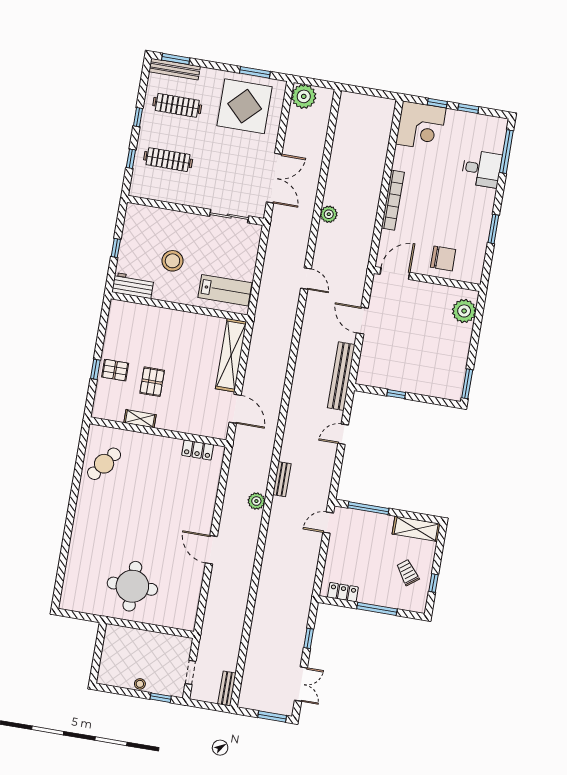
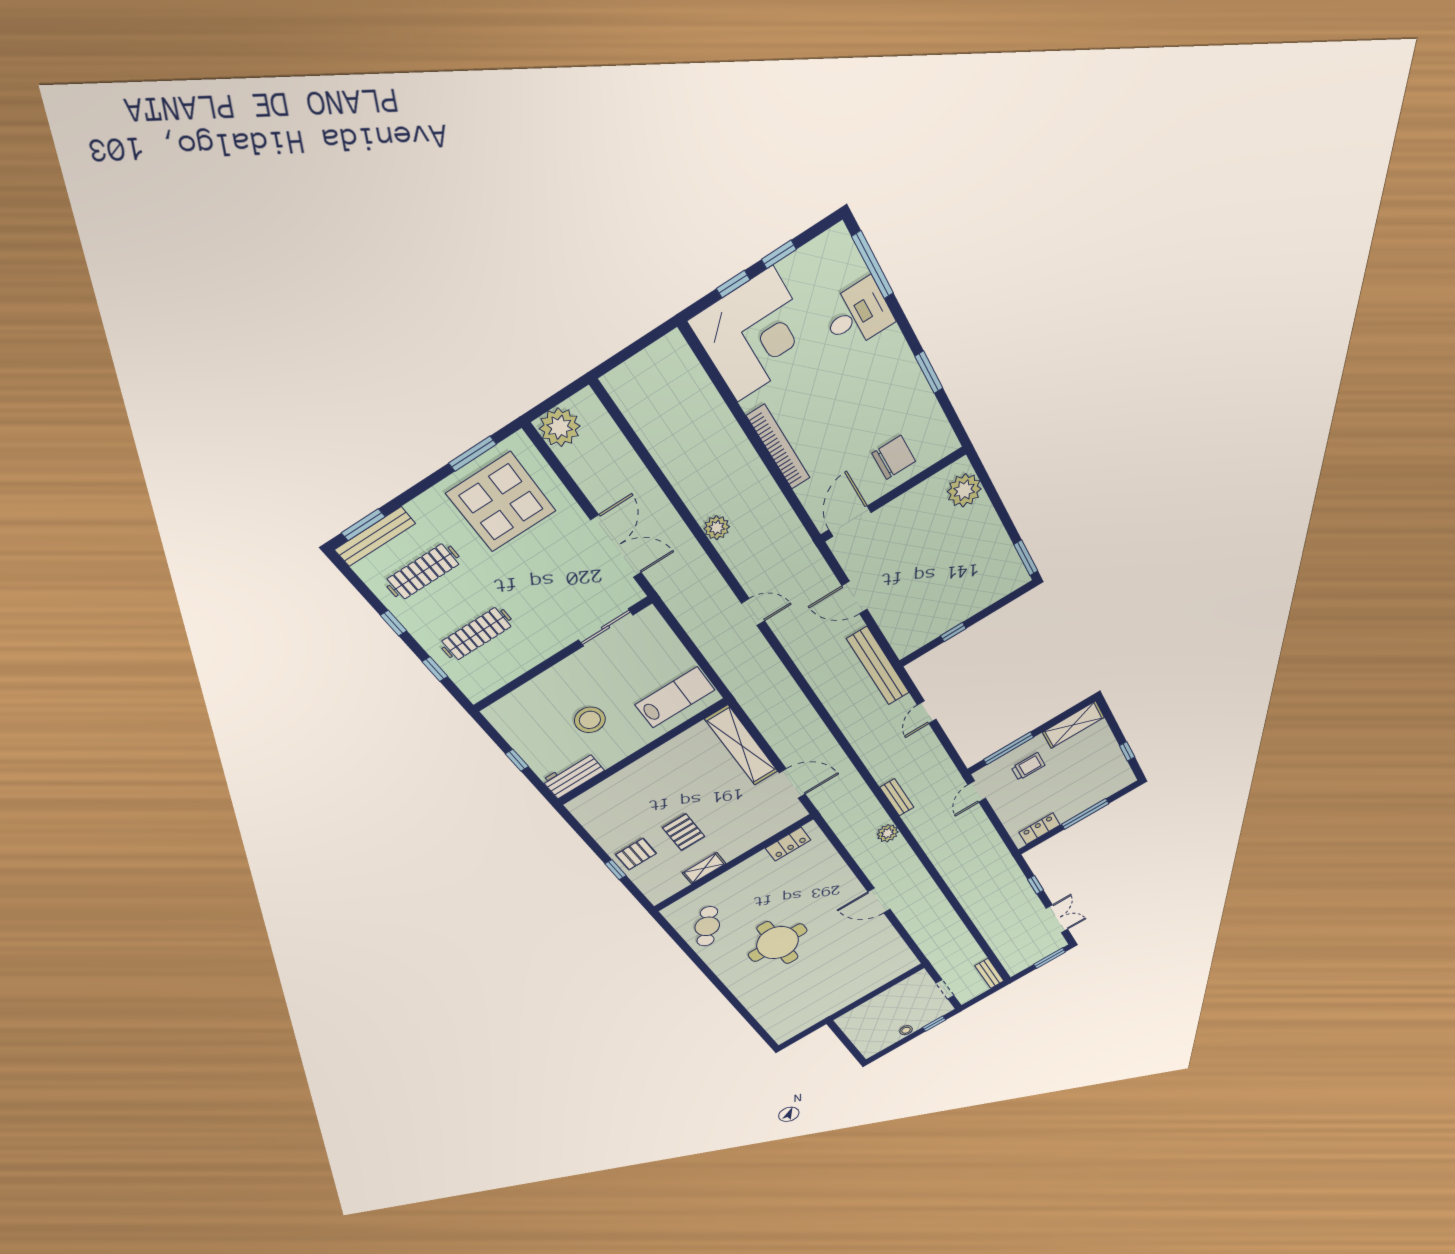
corner desk: (421, 126) -> (755, 335), width x1.36, depth x1.36
trolley: (408, 573) -> (1028, 766), moved, turned 127
round table: (132, 586) -> (778, 943), moved

